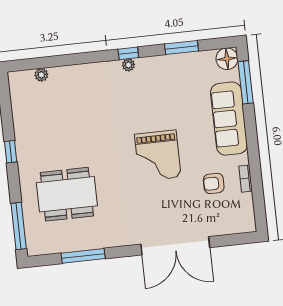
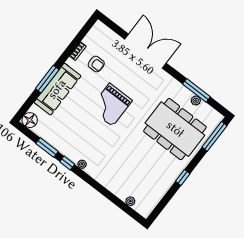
window: (128, 53) -> (67, 163), moved
window: (246, 82) -> (47, 79), moved
grand piano: (158, 156) -> (111, 105), turned 180
dining table: (67, 194) -> (175, 129), width x1.36, depth x1.24
plant: (74, 245) -> (196, 101), added

